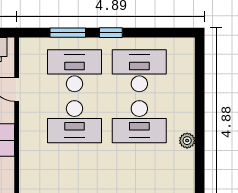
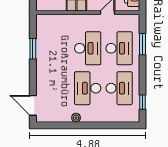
window: (111, 33) -> (142, 102), moved
desk: (74, 122) -> (88, 48), turned 180

